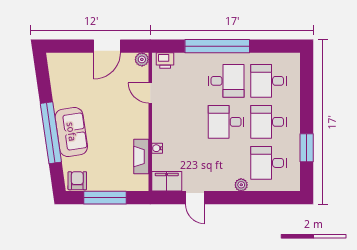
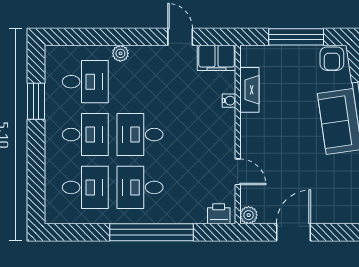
desk: (226, 122) -> (140, 135), turned 180

